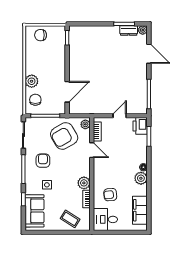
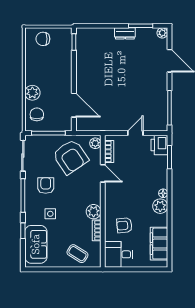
dresser: (129, 30) -> (125, 33), moved
door: (67, 92) -> (74, 105), hinge flipped
armchair: (64, 136) -> (70, 157), turned -94

